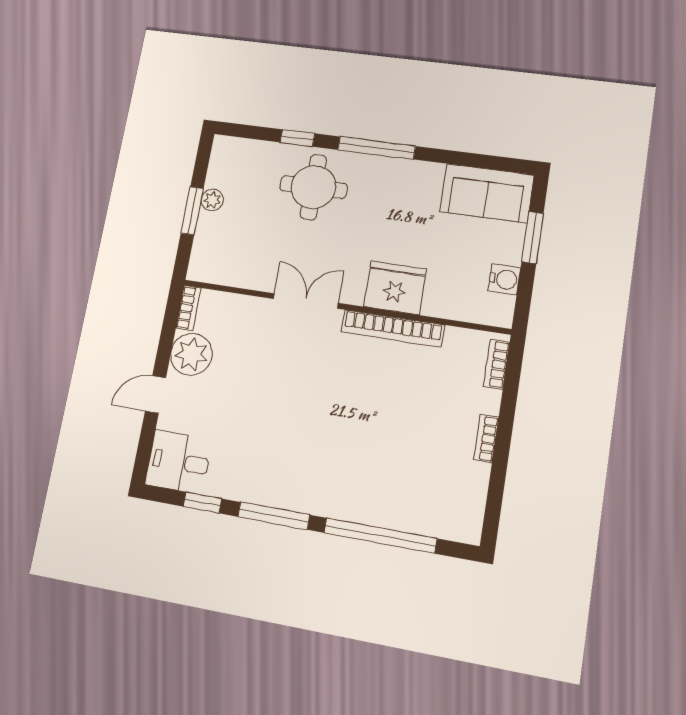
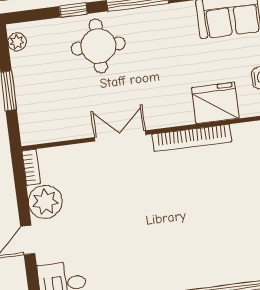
plant: (212, 200) -> (17, 42), moved
fridge: (395, 288) -> (215, 103), moved

